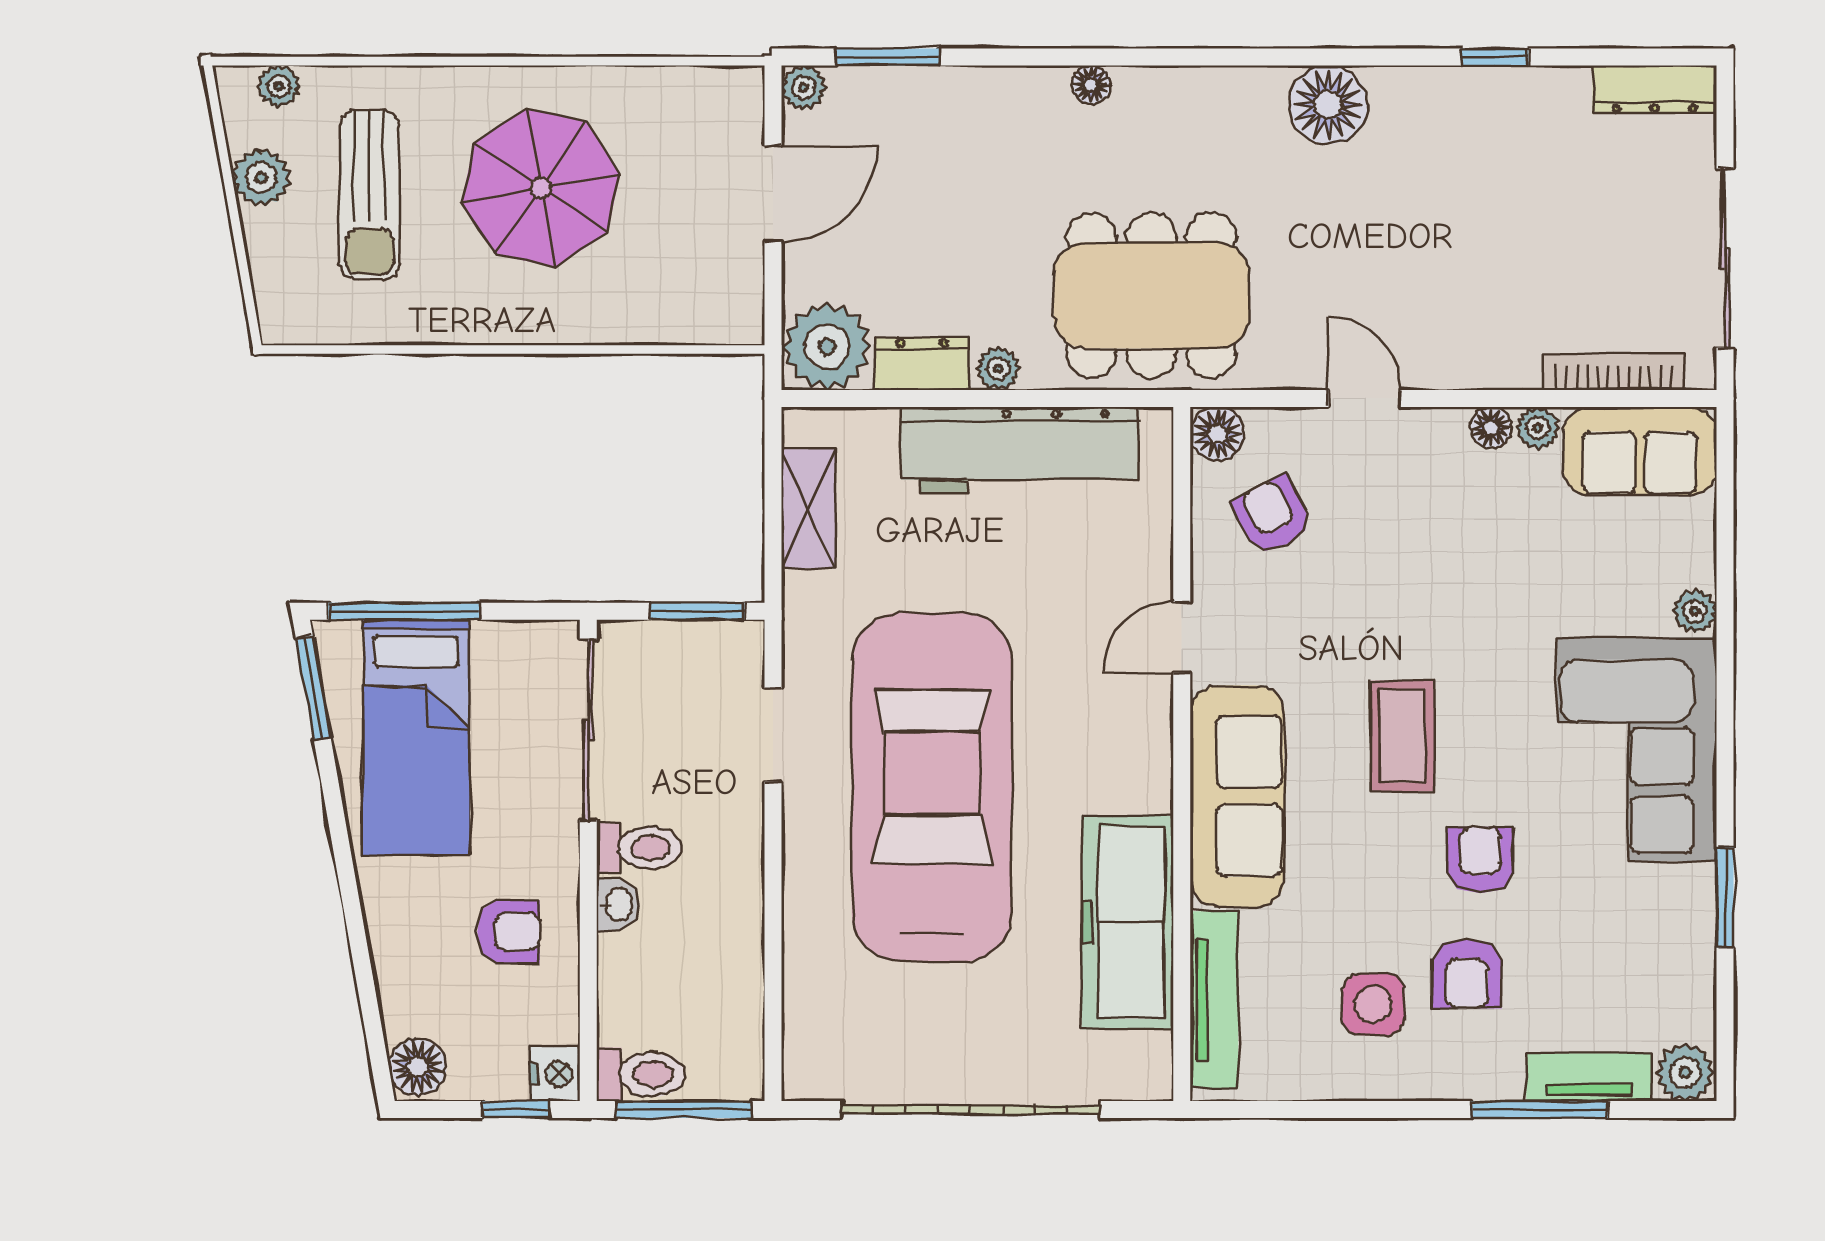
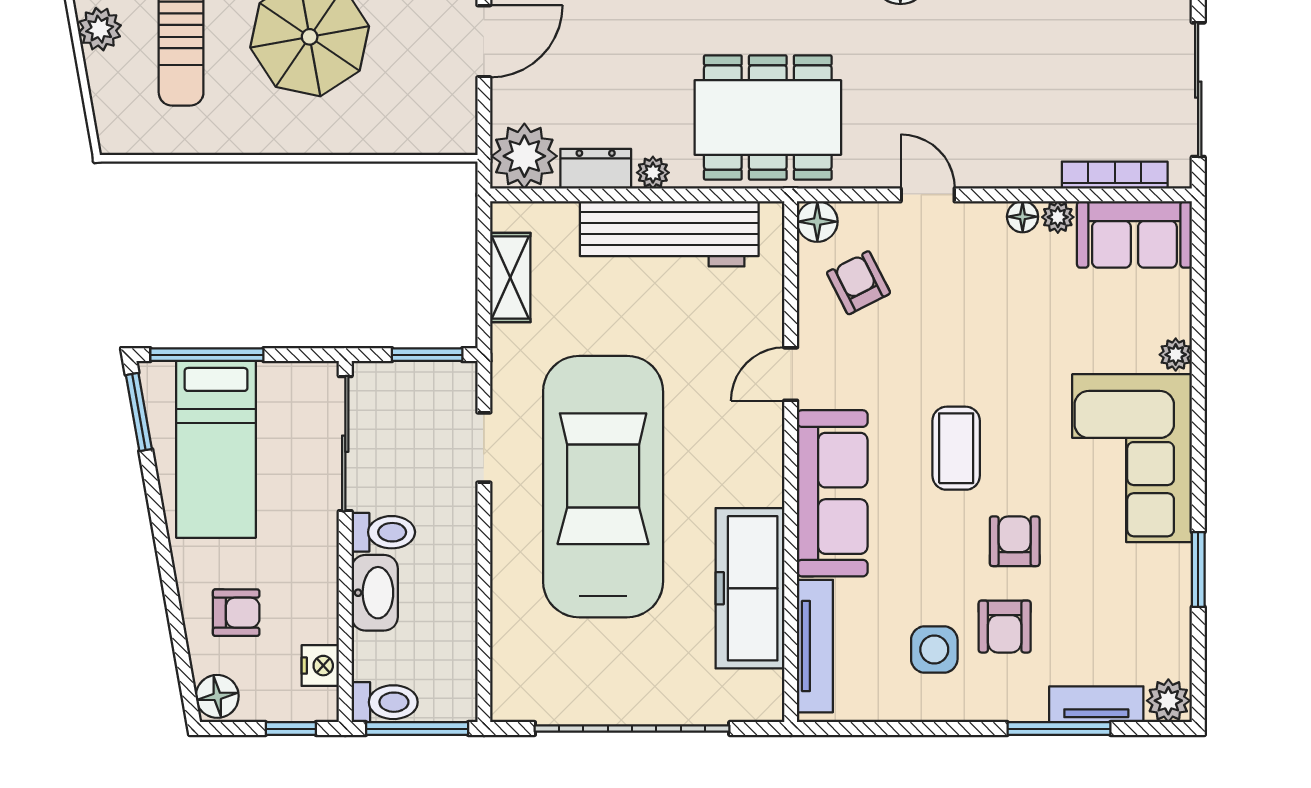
washbasin: (618, 904) -> (375, 593), width x1.91, depth x1.45
armchair: (509, 932) -> (236, 613), moved
nightstand: (555, 1074) -> (320, 666), moved

